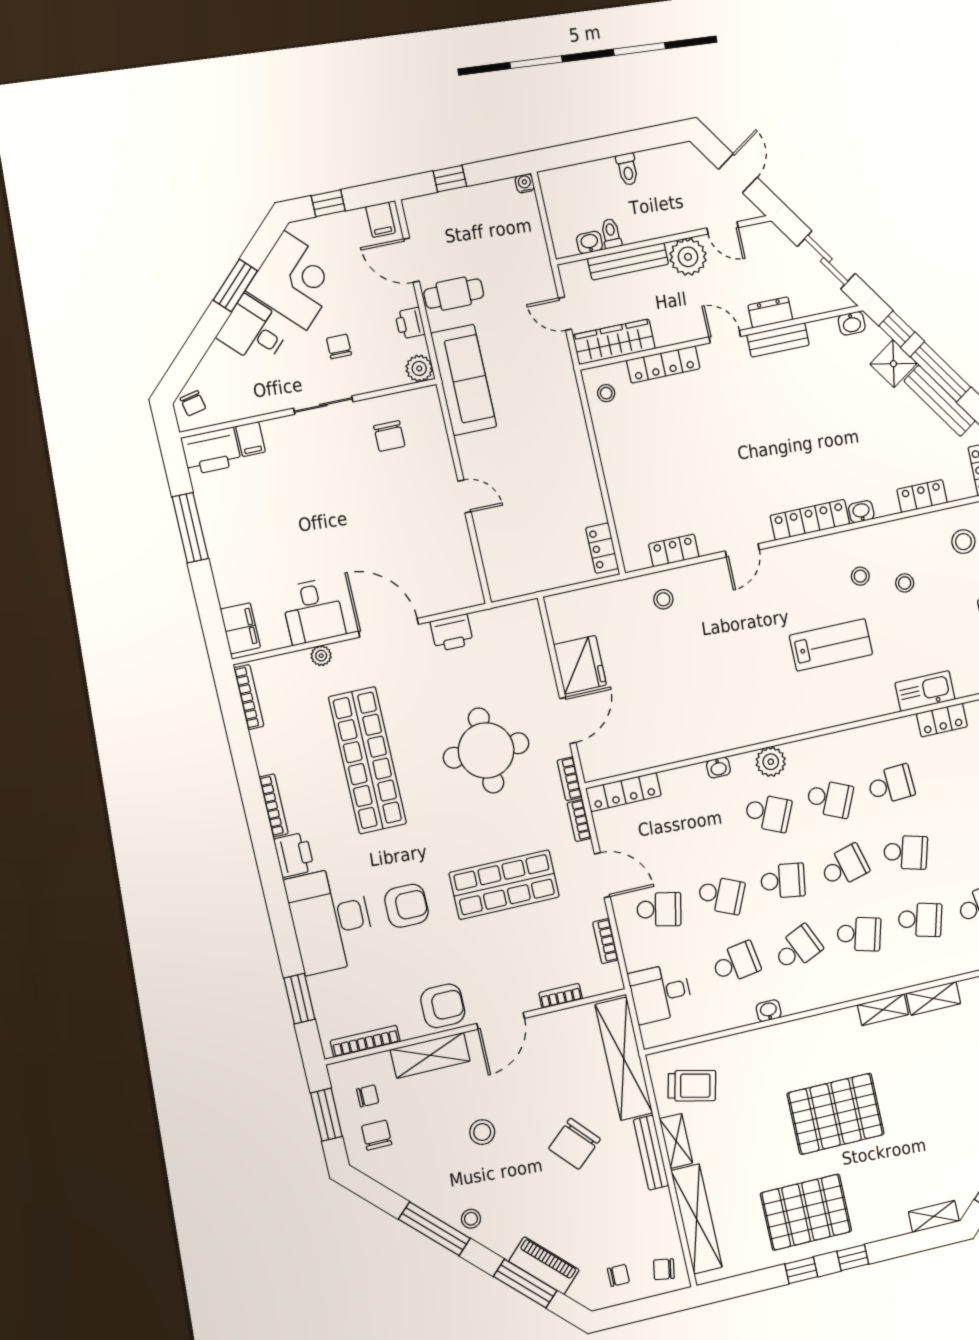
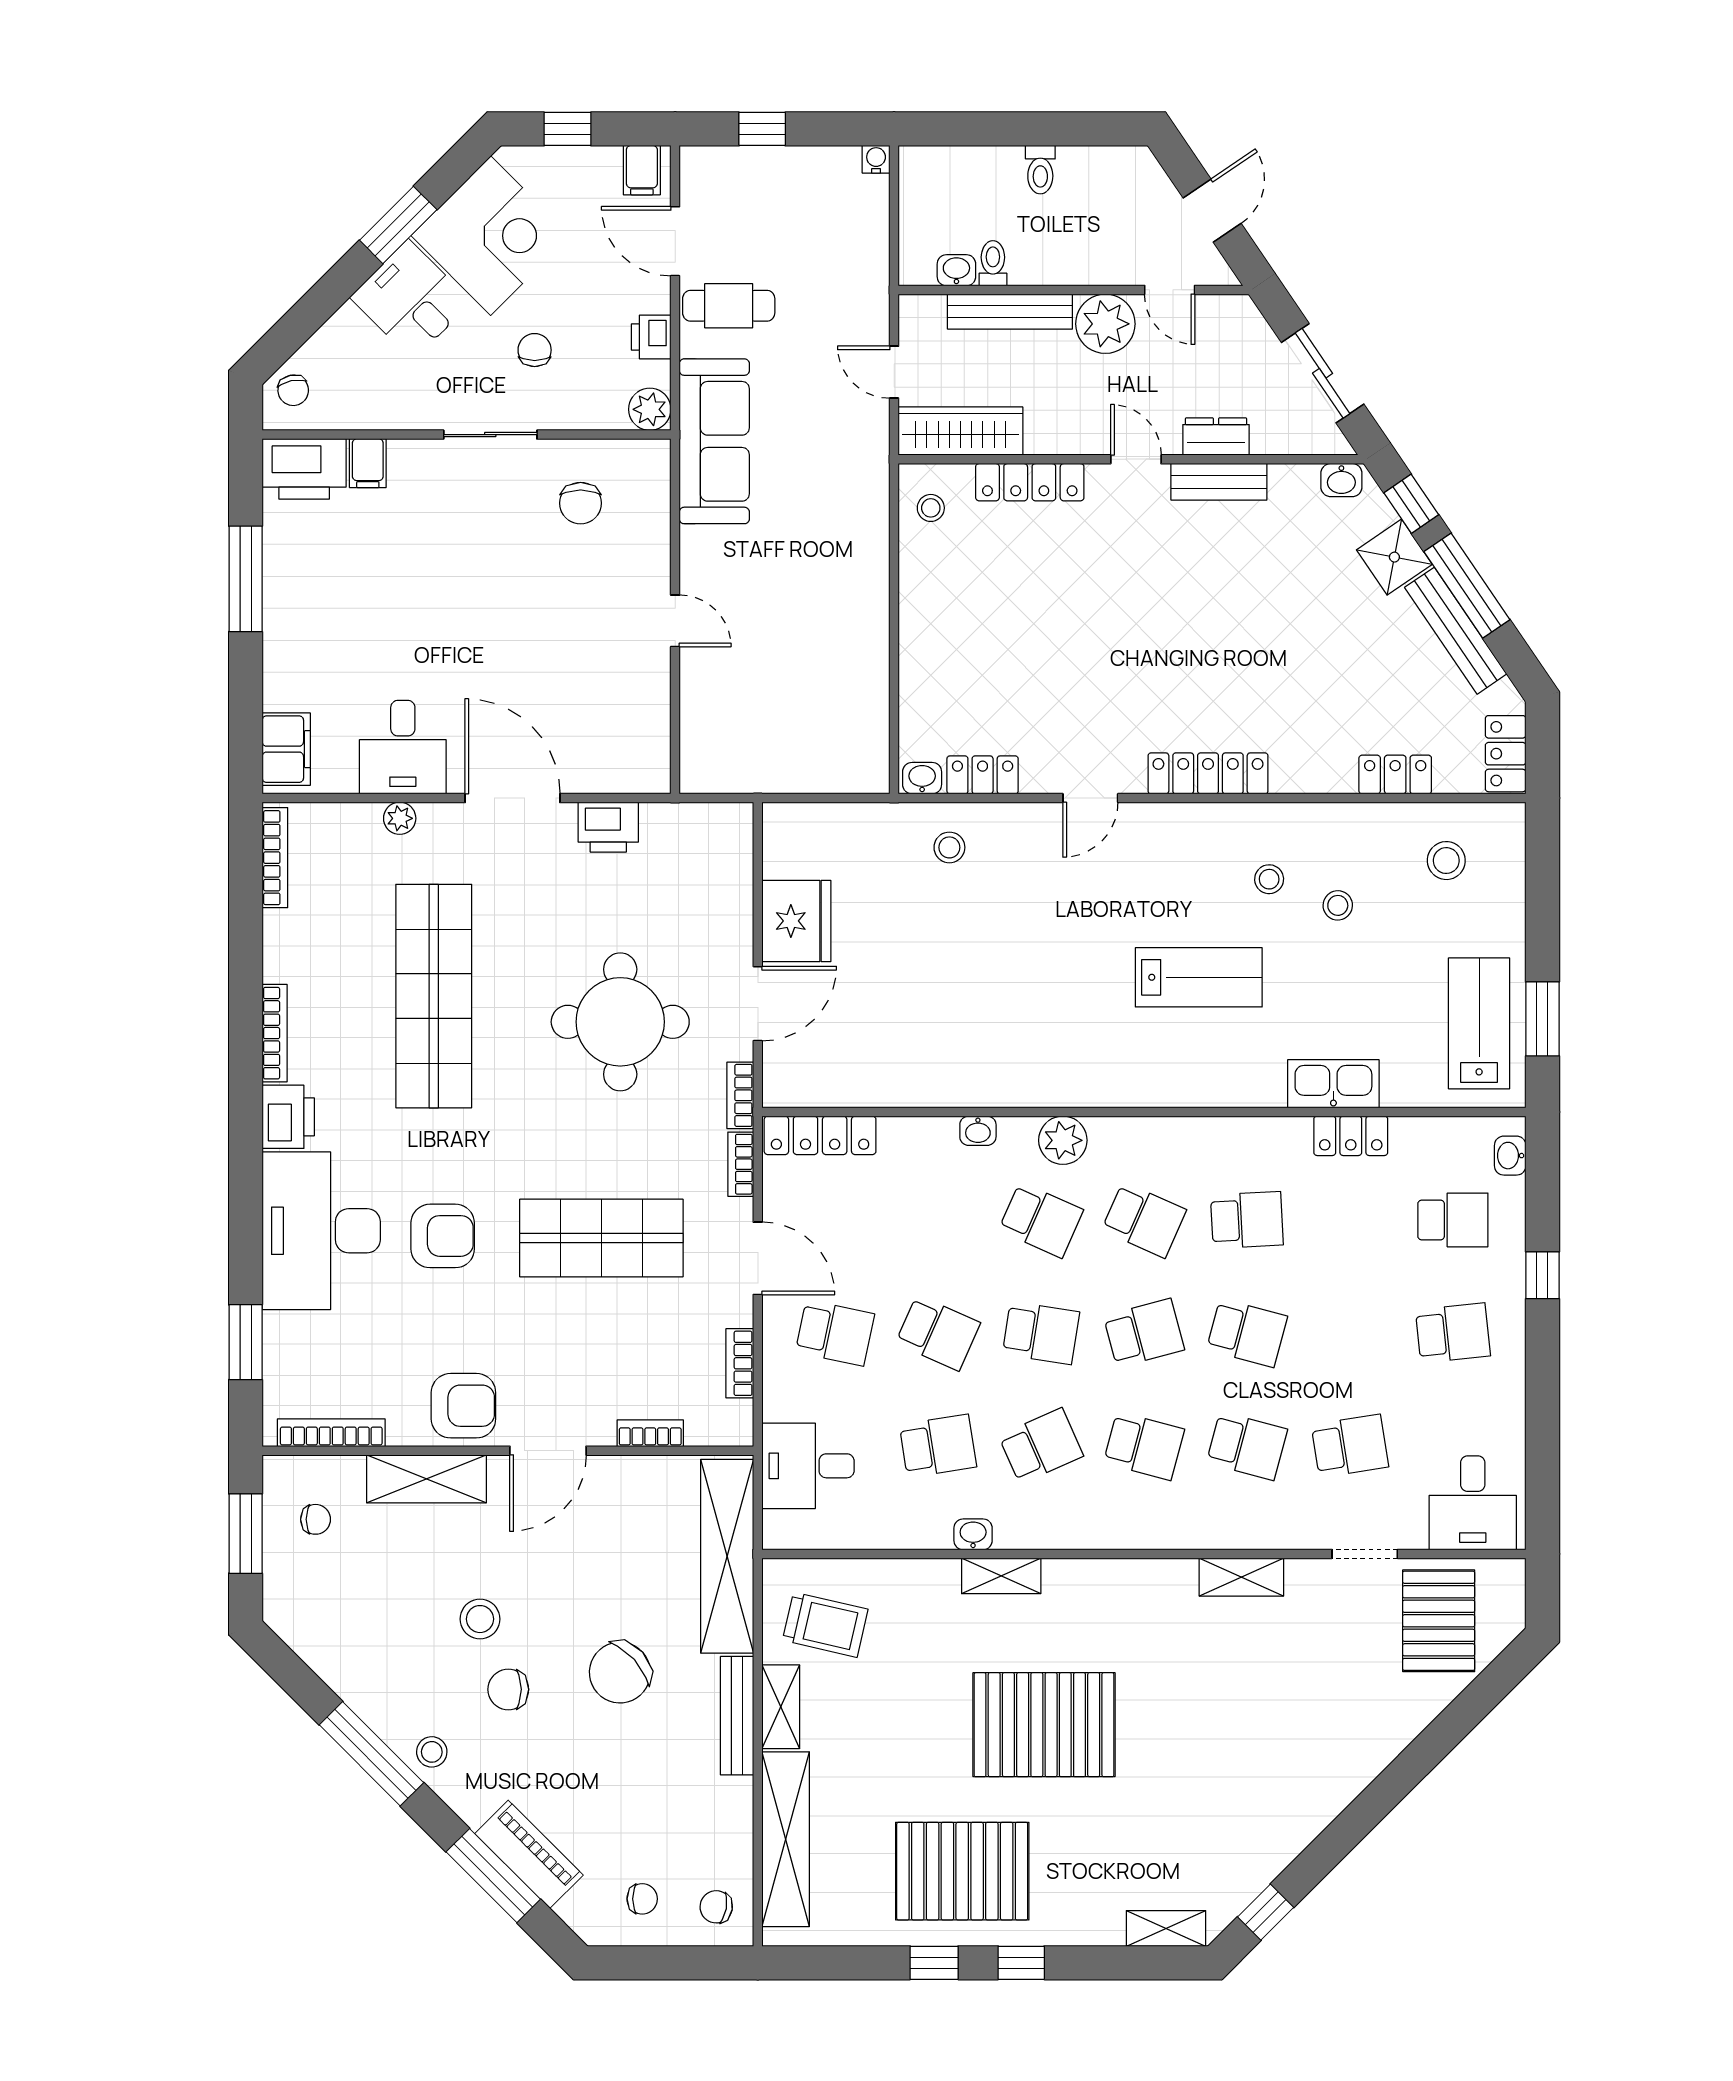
washbasin: (861, 512) -> (922, 778), moved
locker: (602, 548) -> (871, 747), removed
shelving: (883, 1010) -> (1001, 1576), moved
chair: (377, 1135) -> (508, 1689), moved, turned -90

